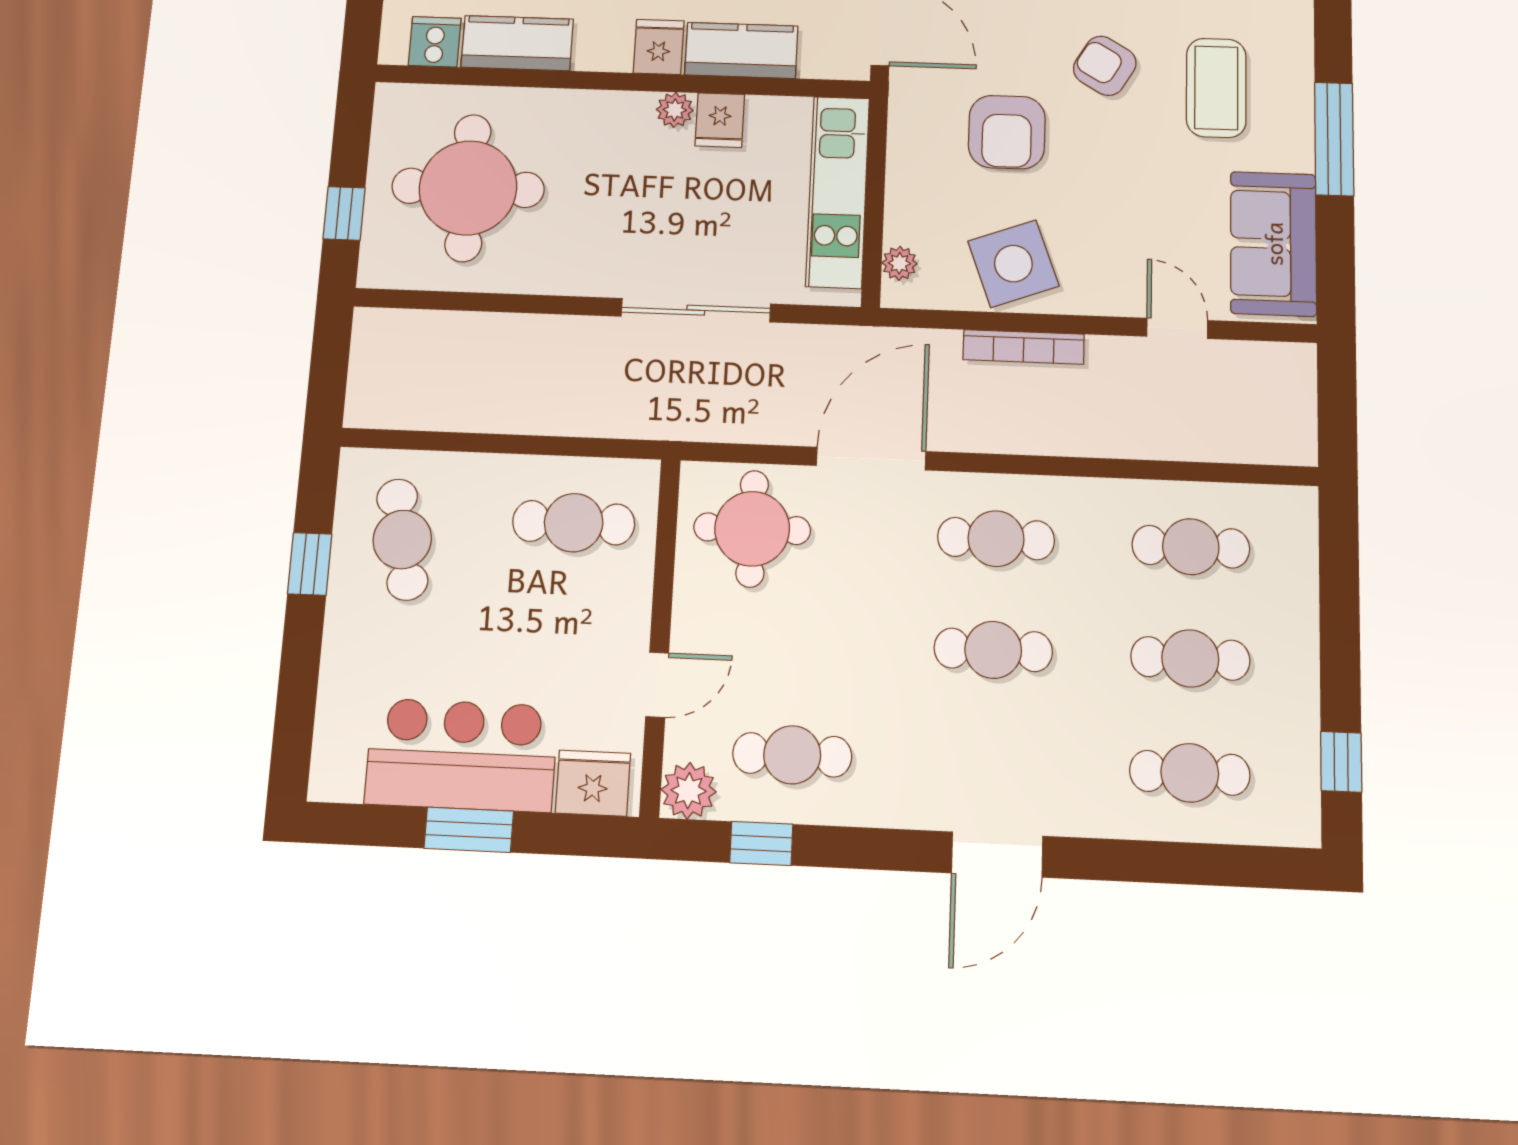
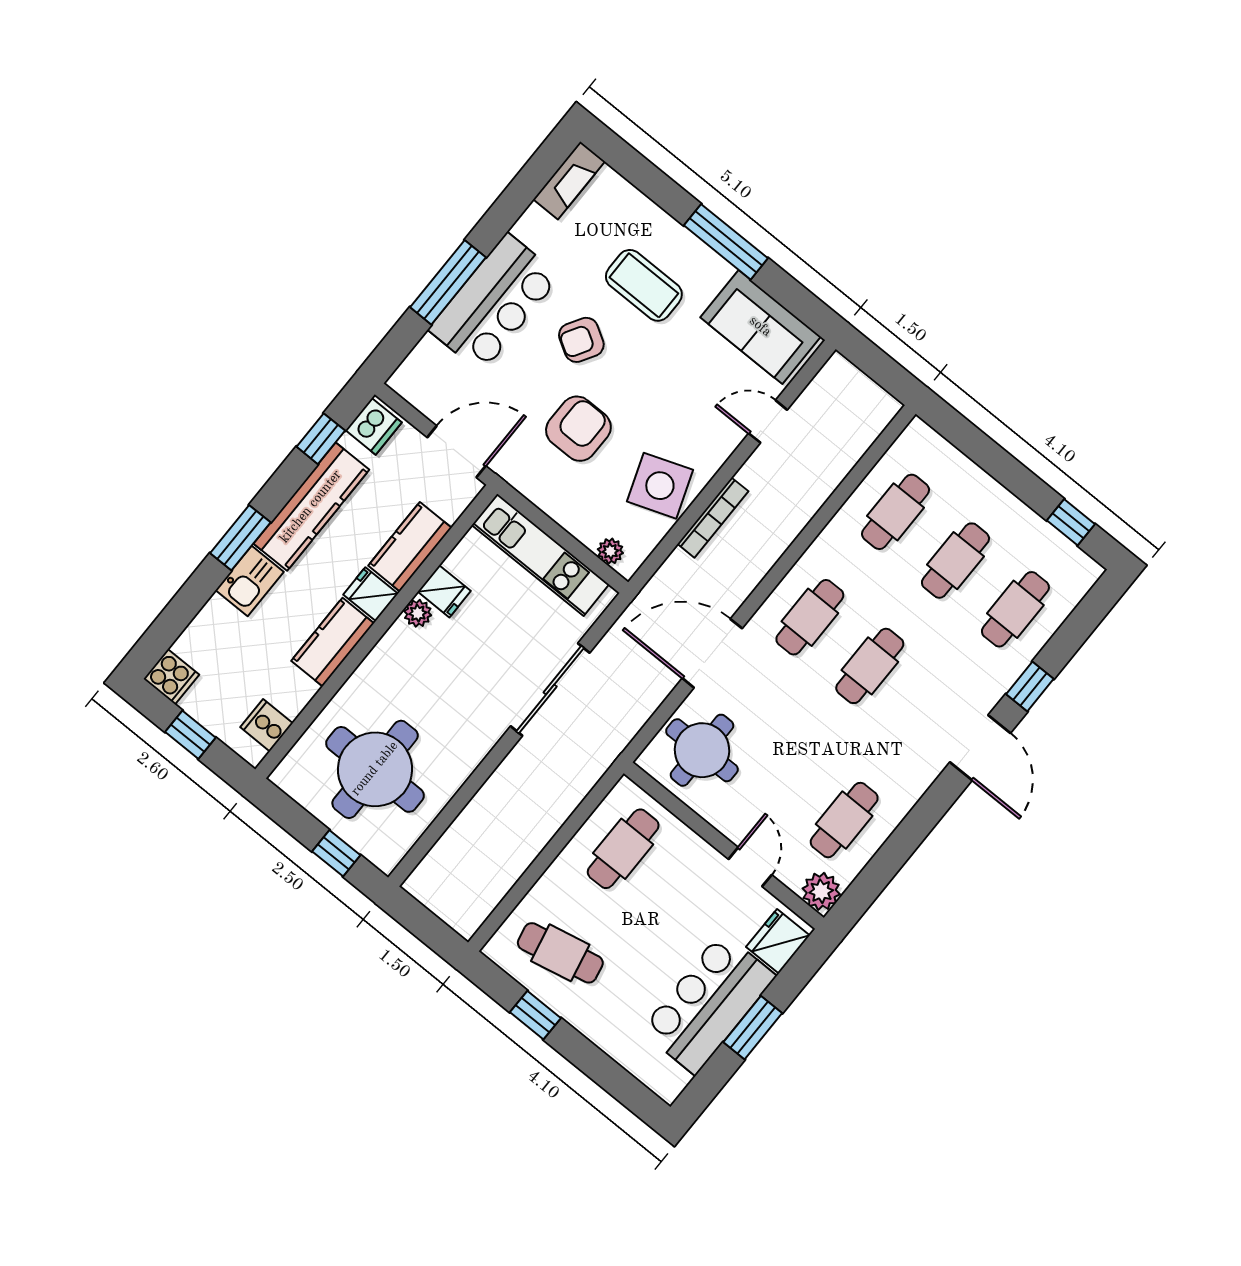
kitchen counter: (517, 43) -> (333, 642), moved
armchair: (1007, 132) -> (578, 429), turned -90
door: (871, 459) -> (712, 653), hinge flipped
window: (761, 843) -> (1030, 686), moved

